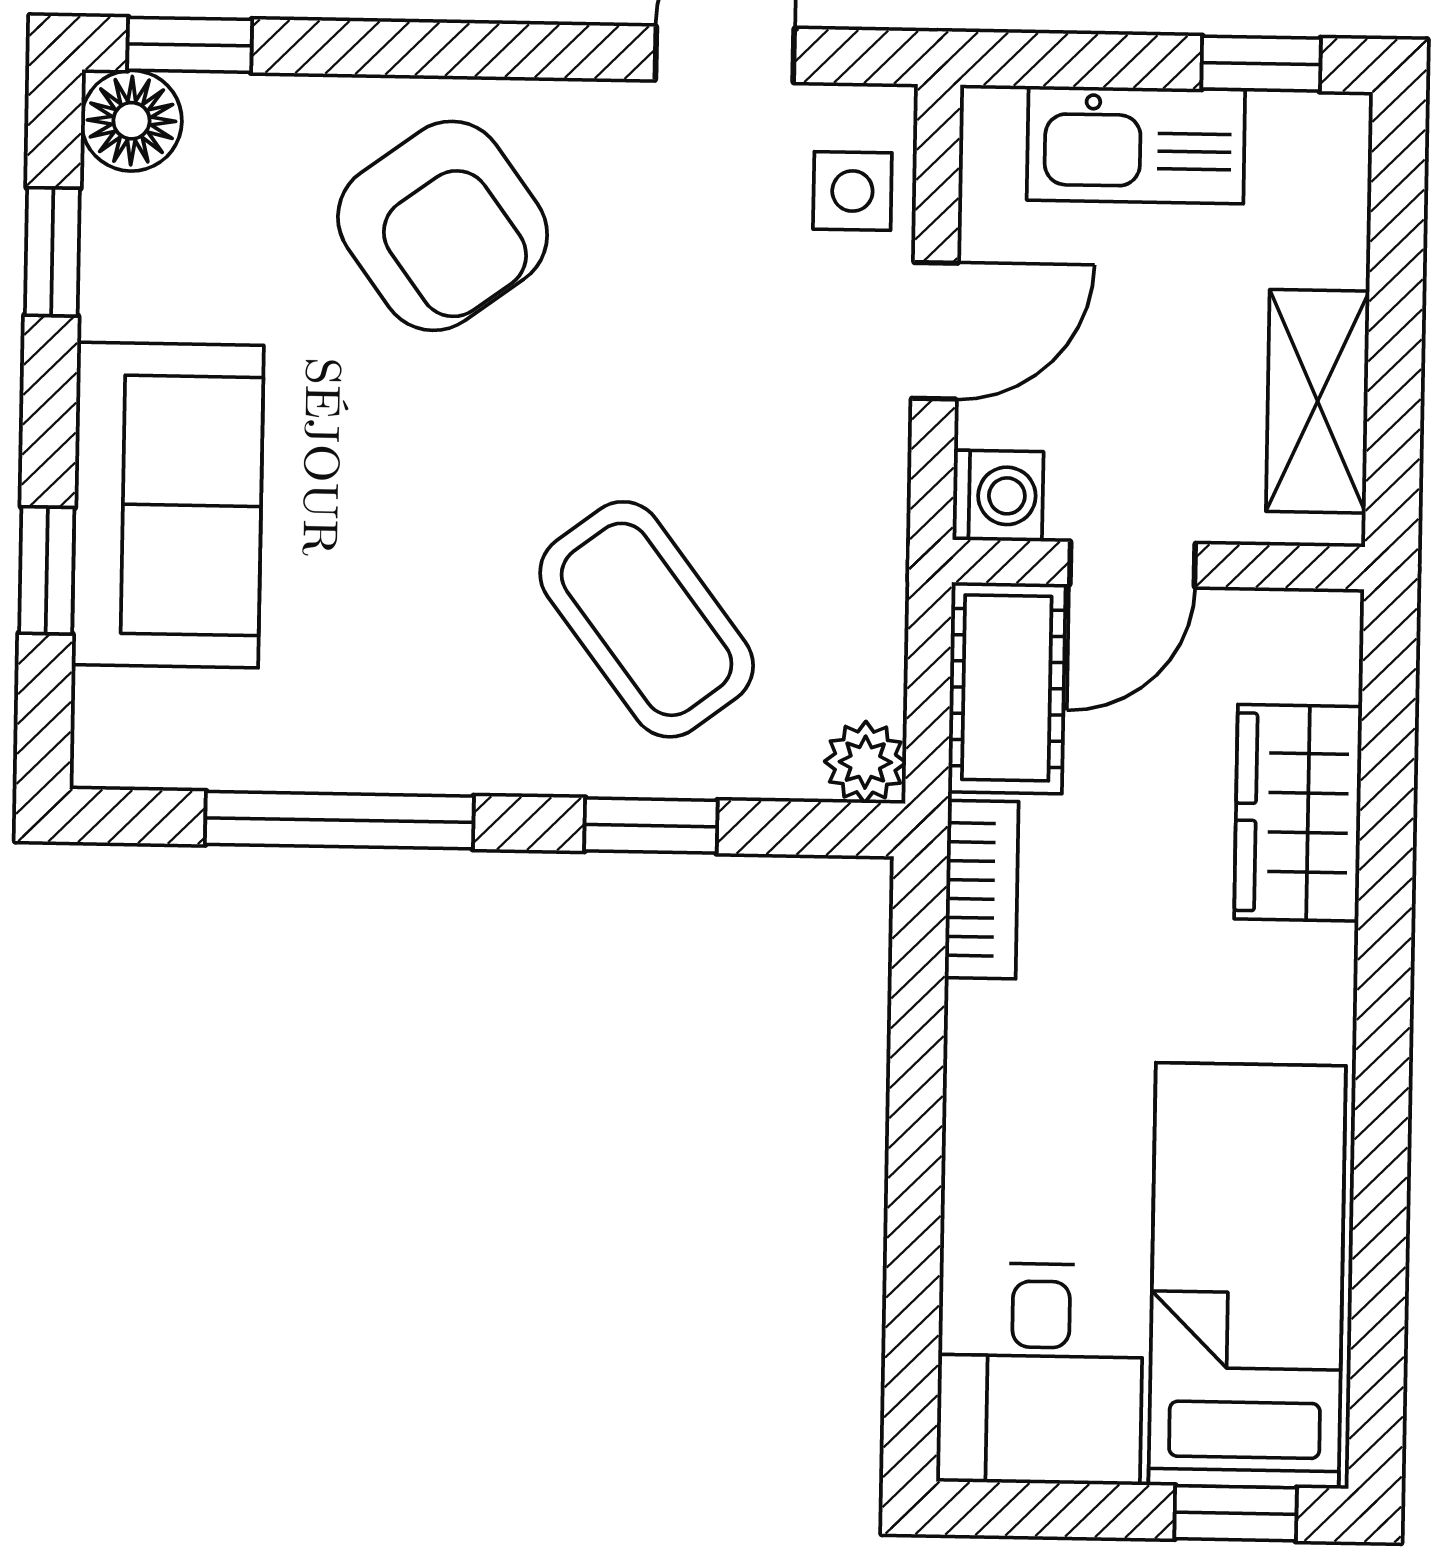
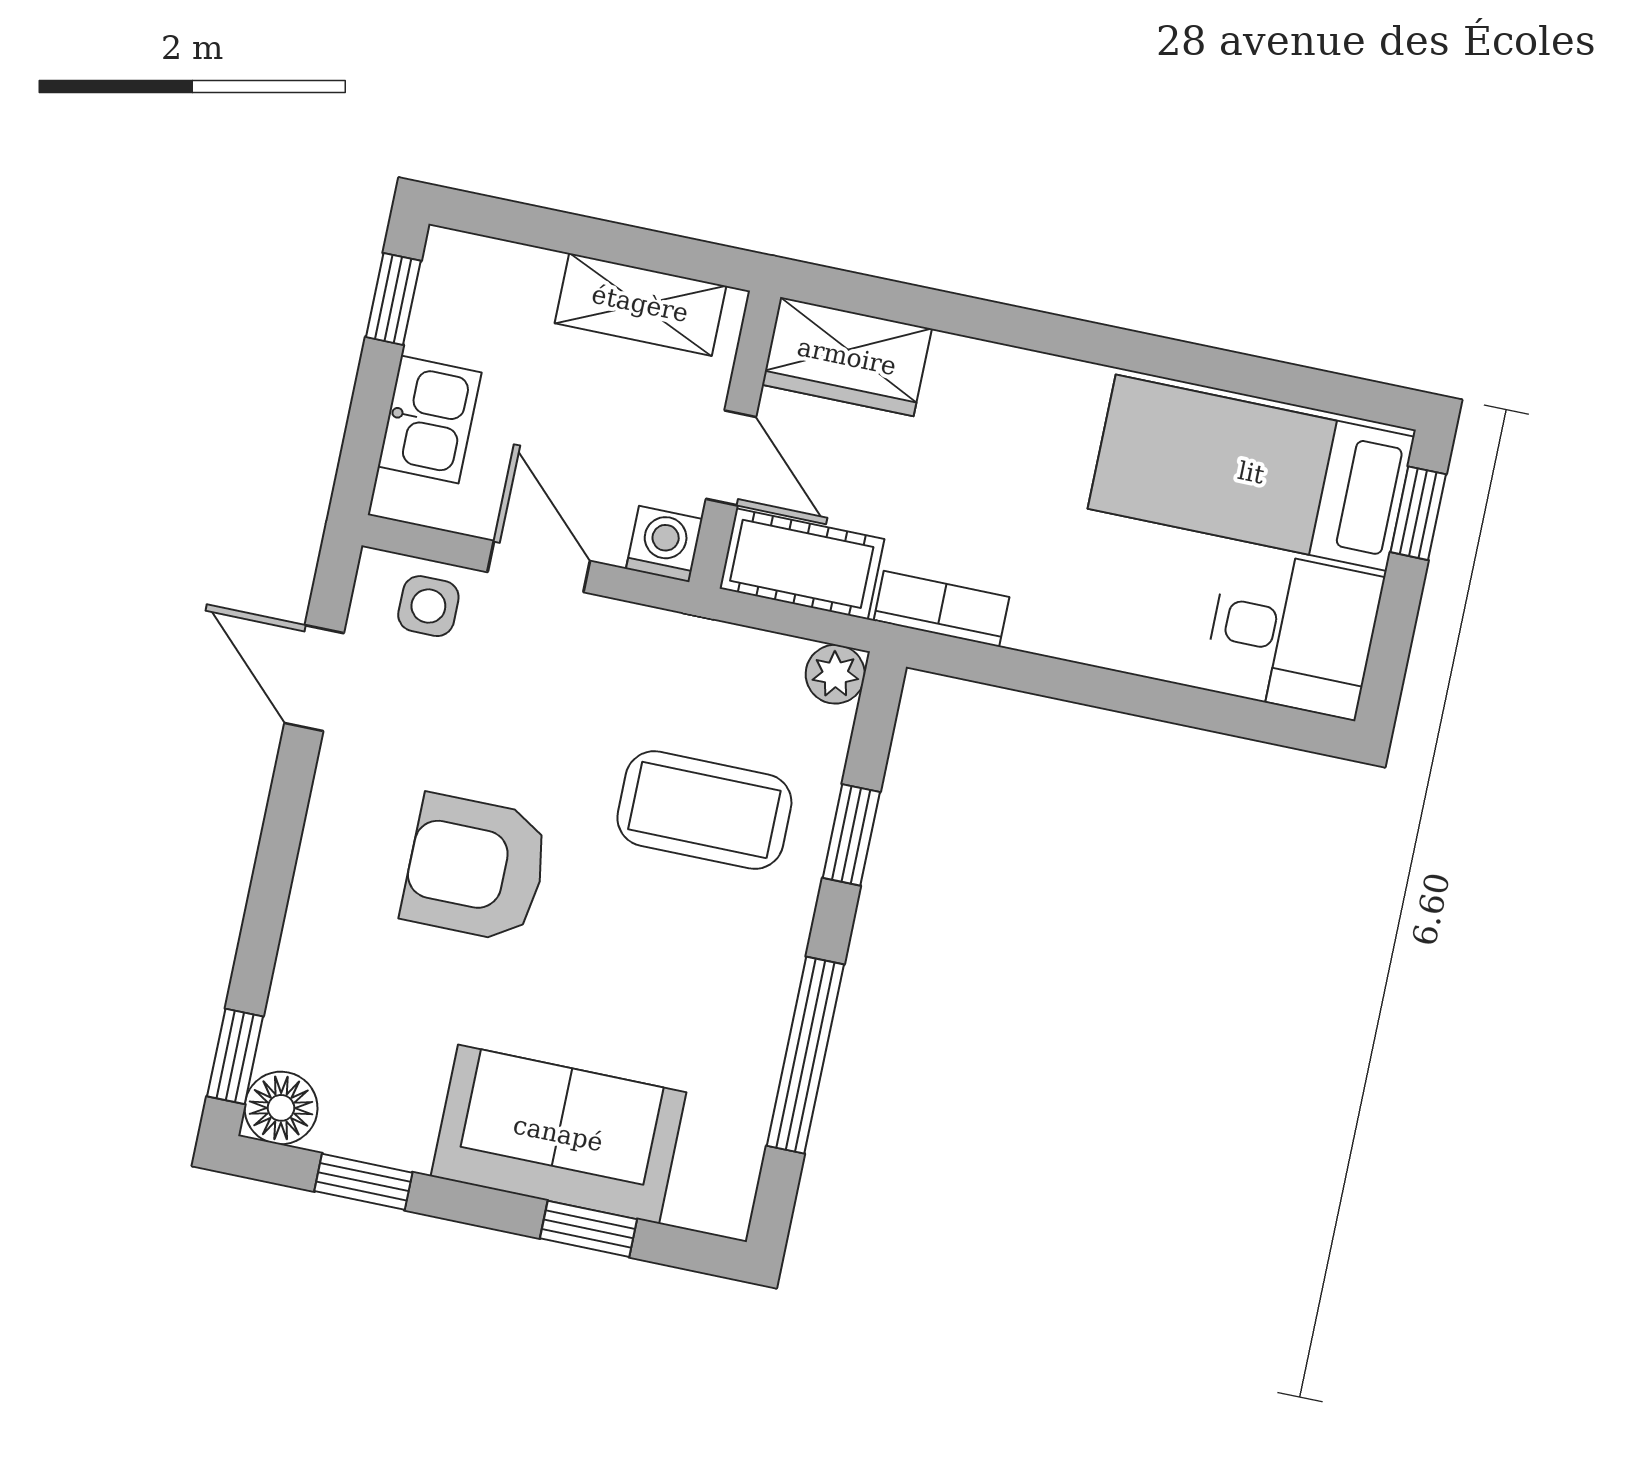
kitchen sink: (1136, 145) -> (430, 420), width x0.73
armchair: (443, 226) -> (476, 868), moved, turned -144
coffee table: (647, 619) -> (704, 810), turned 37
wardrobe: (1298, 813) -> (847, 357), moved

